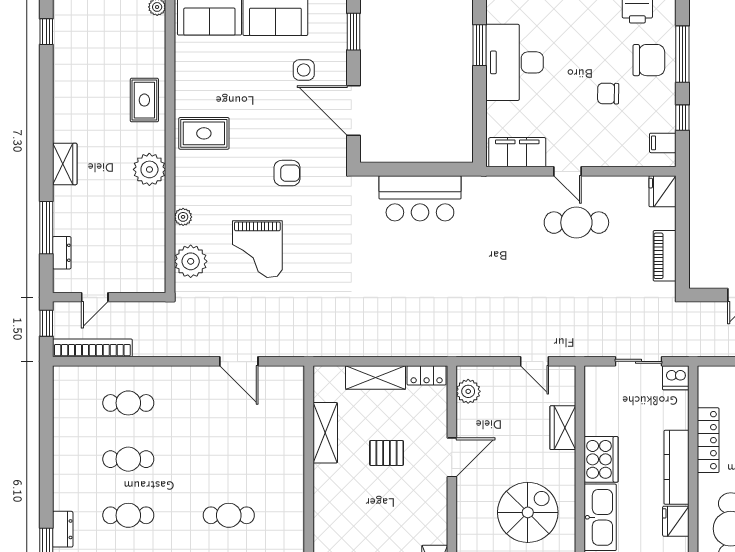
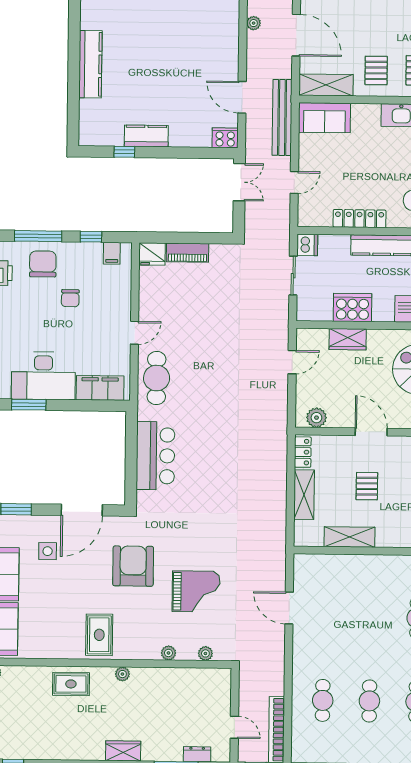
filing cabinet: (517, 152) -> (100, 388), moved, turned 90
plant: (149, 169) -> (122, 674), width x0.53, depth x0.53
armchair: (287, 173) -> (133, 566), width x1.88, depth x1.88
cafe table: (576, 223) -> (157, 378), moved
piano: (665, 256) -> (187, 253), moved
plant: (191, 261) -> (205, 653), width x0.53, depth x0.53
door: (239, 361) -> (289, 608), swing flipped
cooker: (601, 459) -> (352, 308), moved

